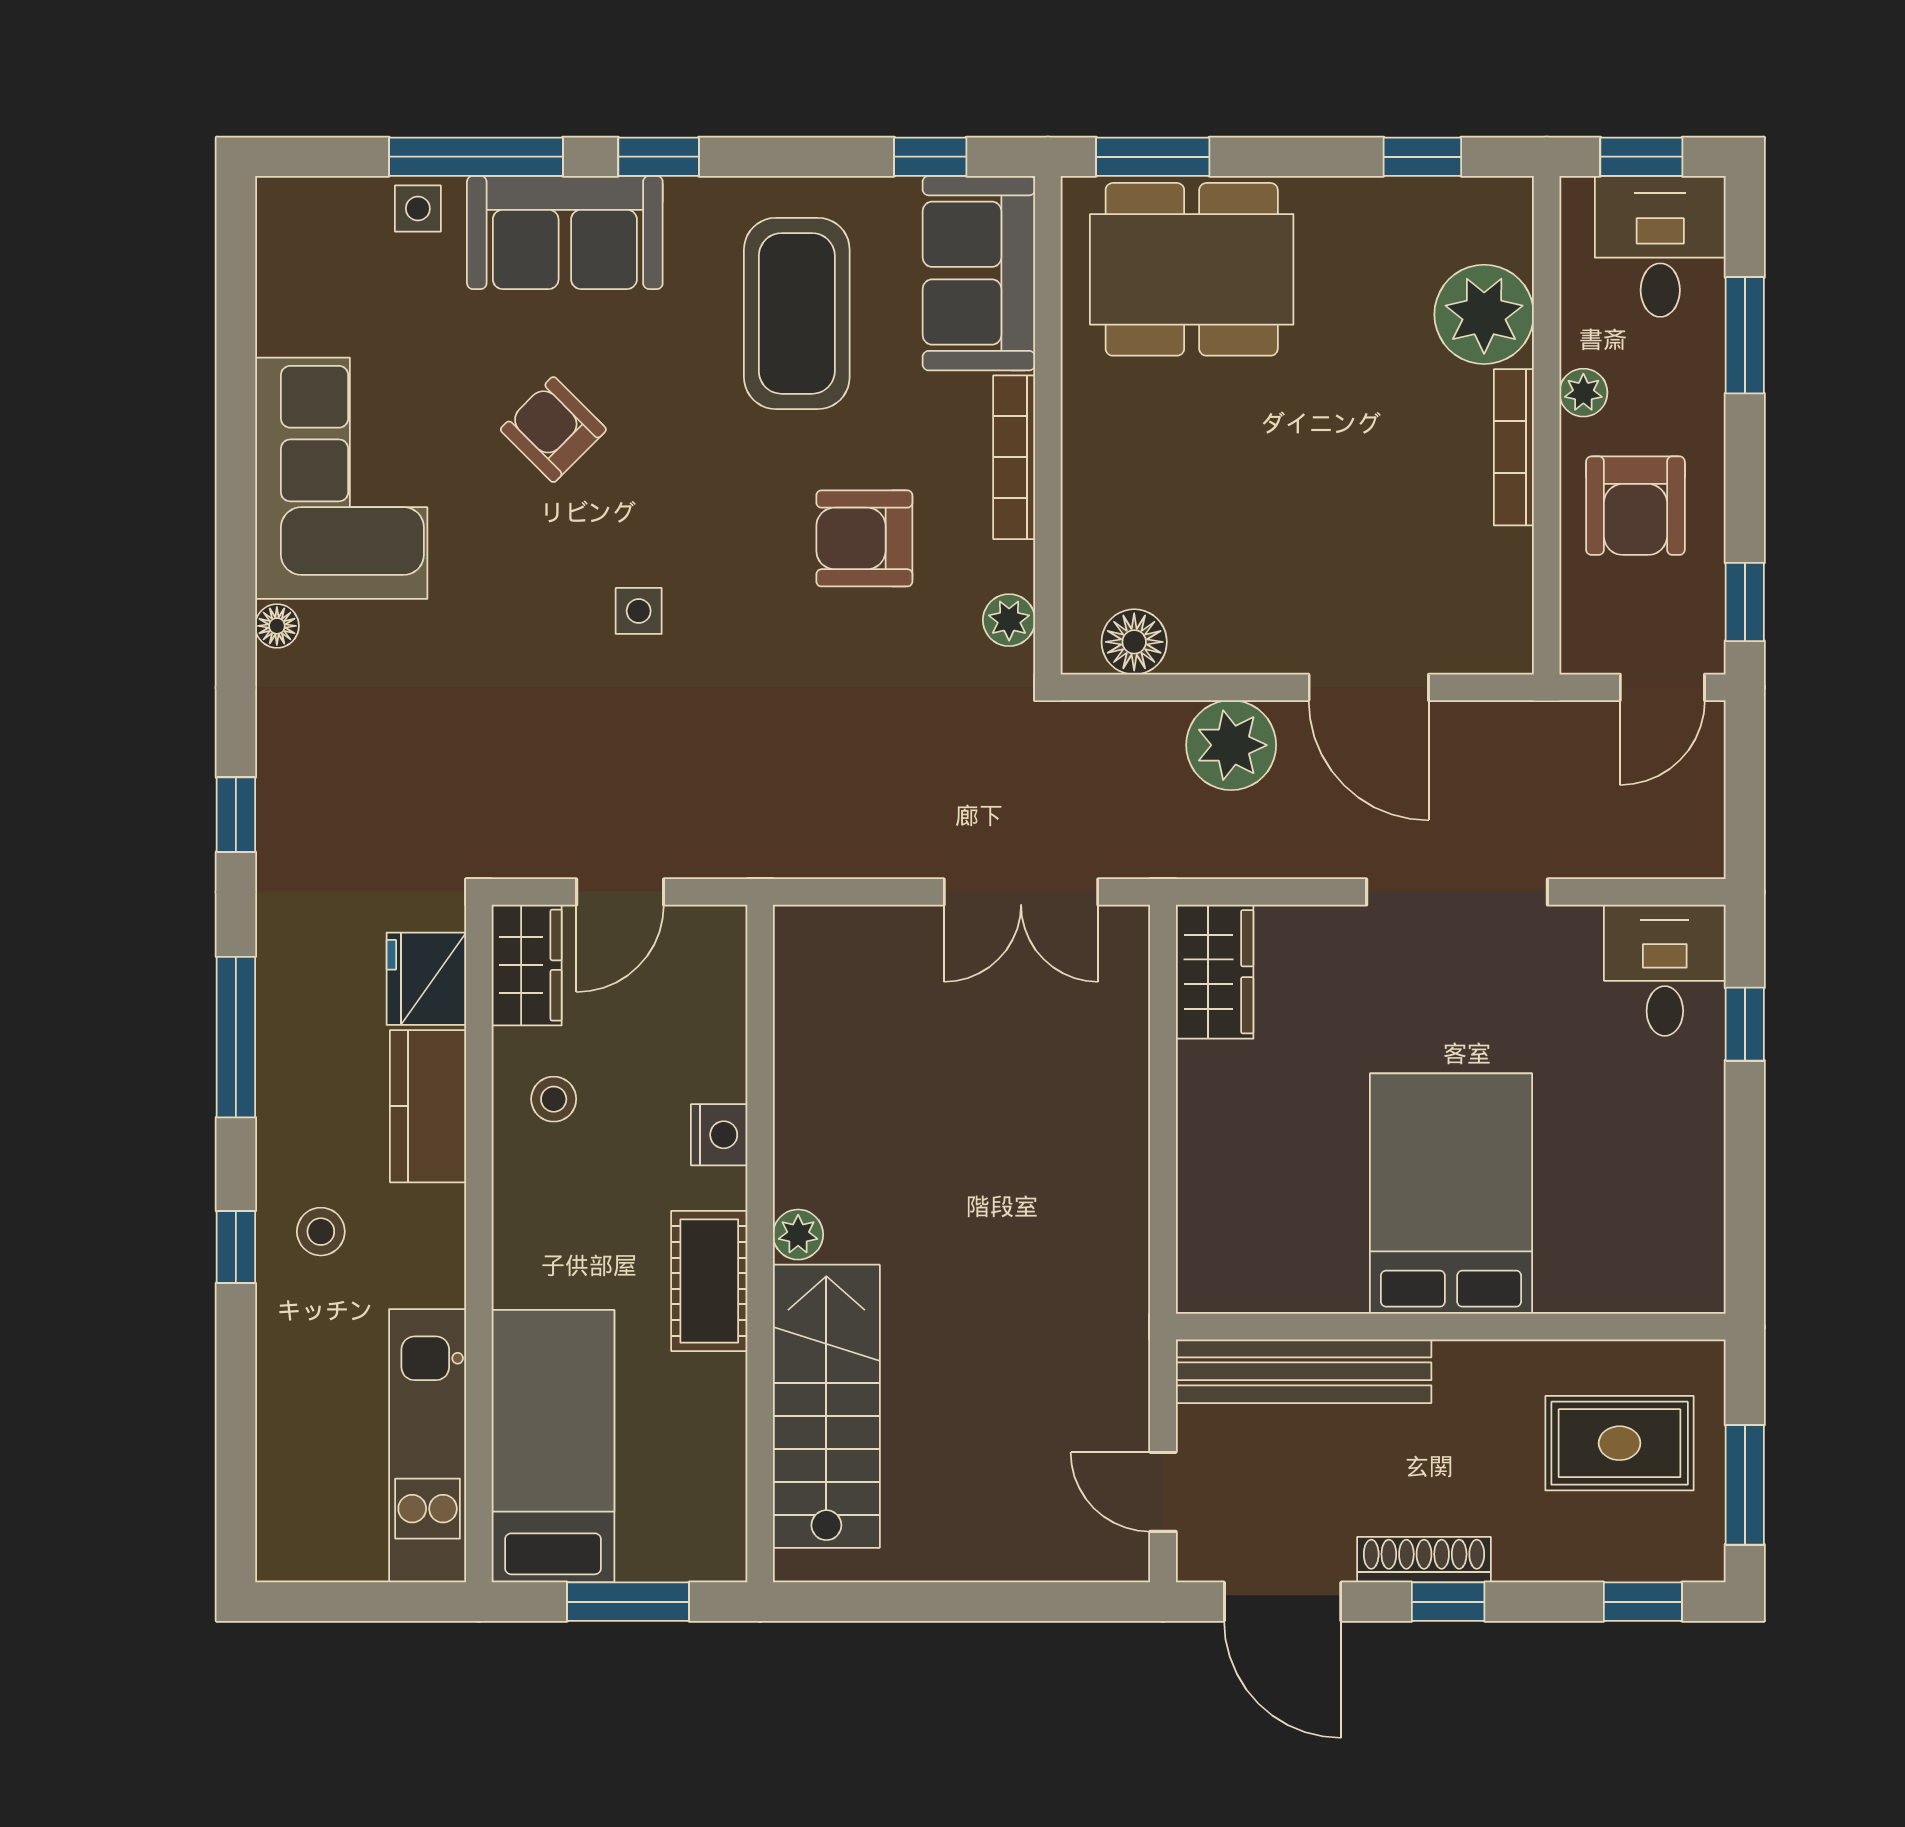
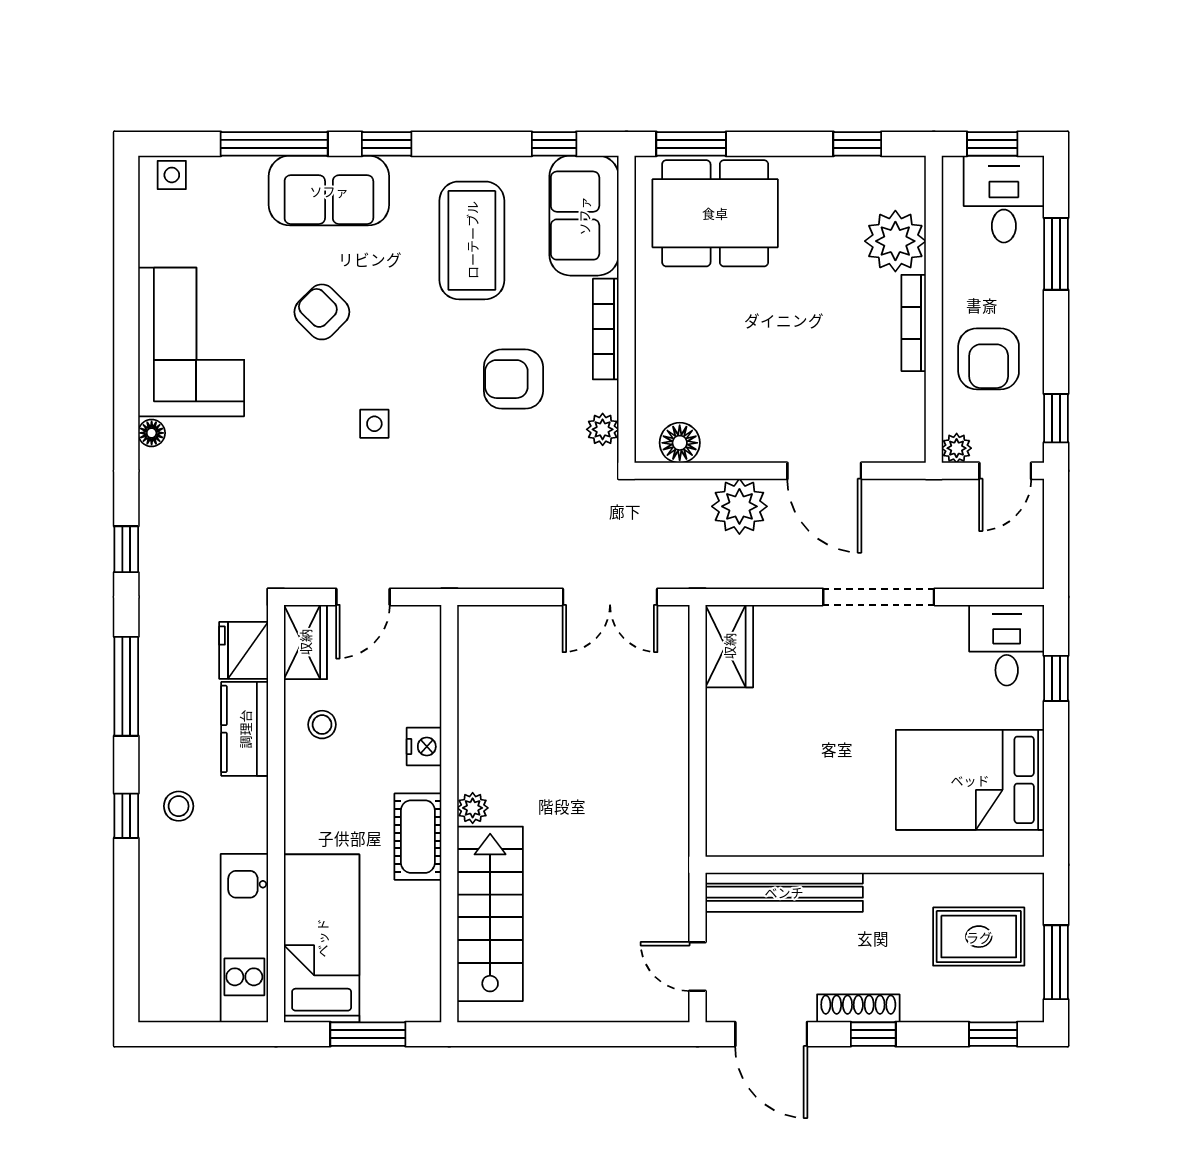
side table: (418, 209) -> (172, 175), moved
plant: (1583, 393) -> (957, 448), moved
bed: (1451, 1194) -> (970, 780), moved, turned -90

